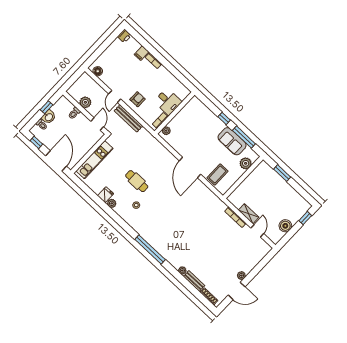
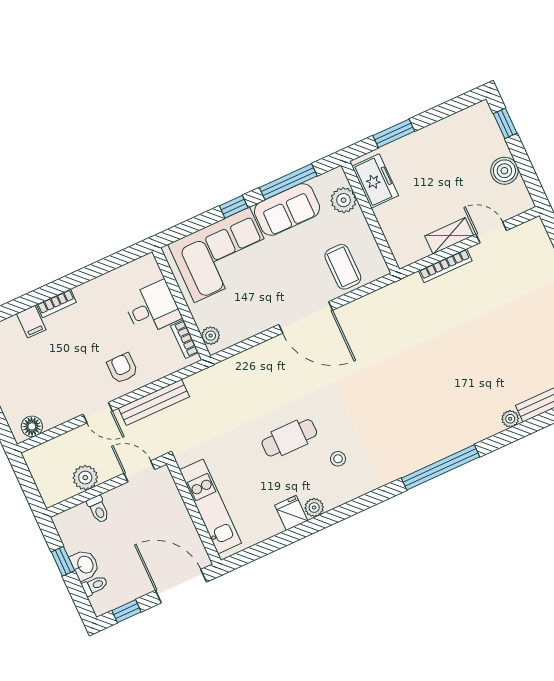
corner sofa: (202, 122) -> (222, 255), added
freezer: (259, 173) -> (375, 181), added

